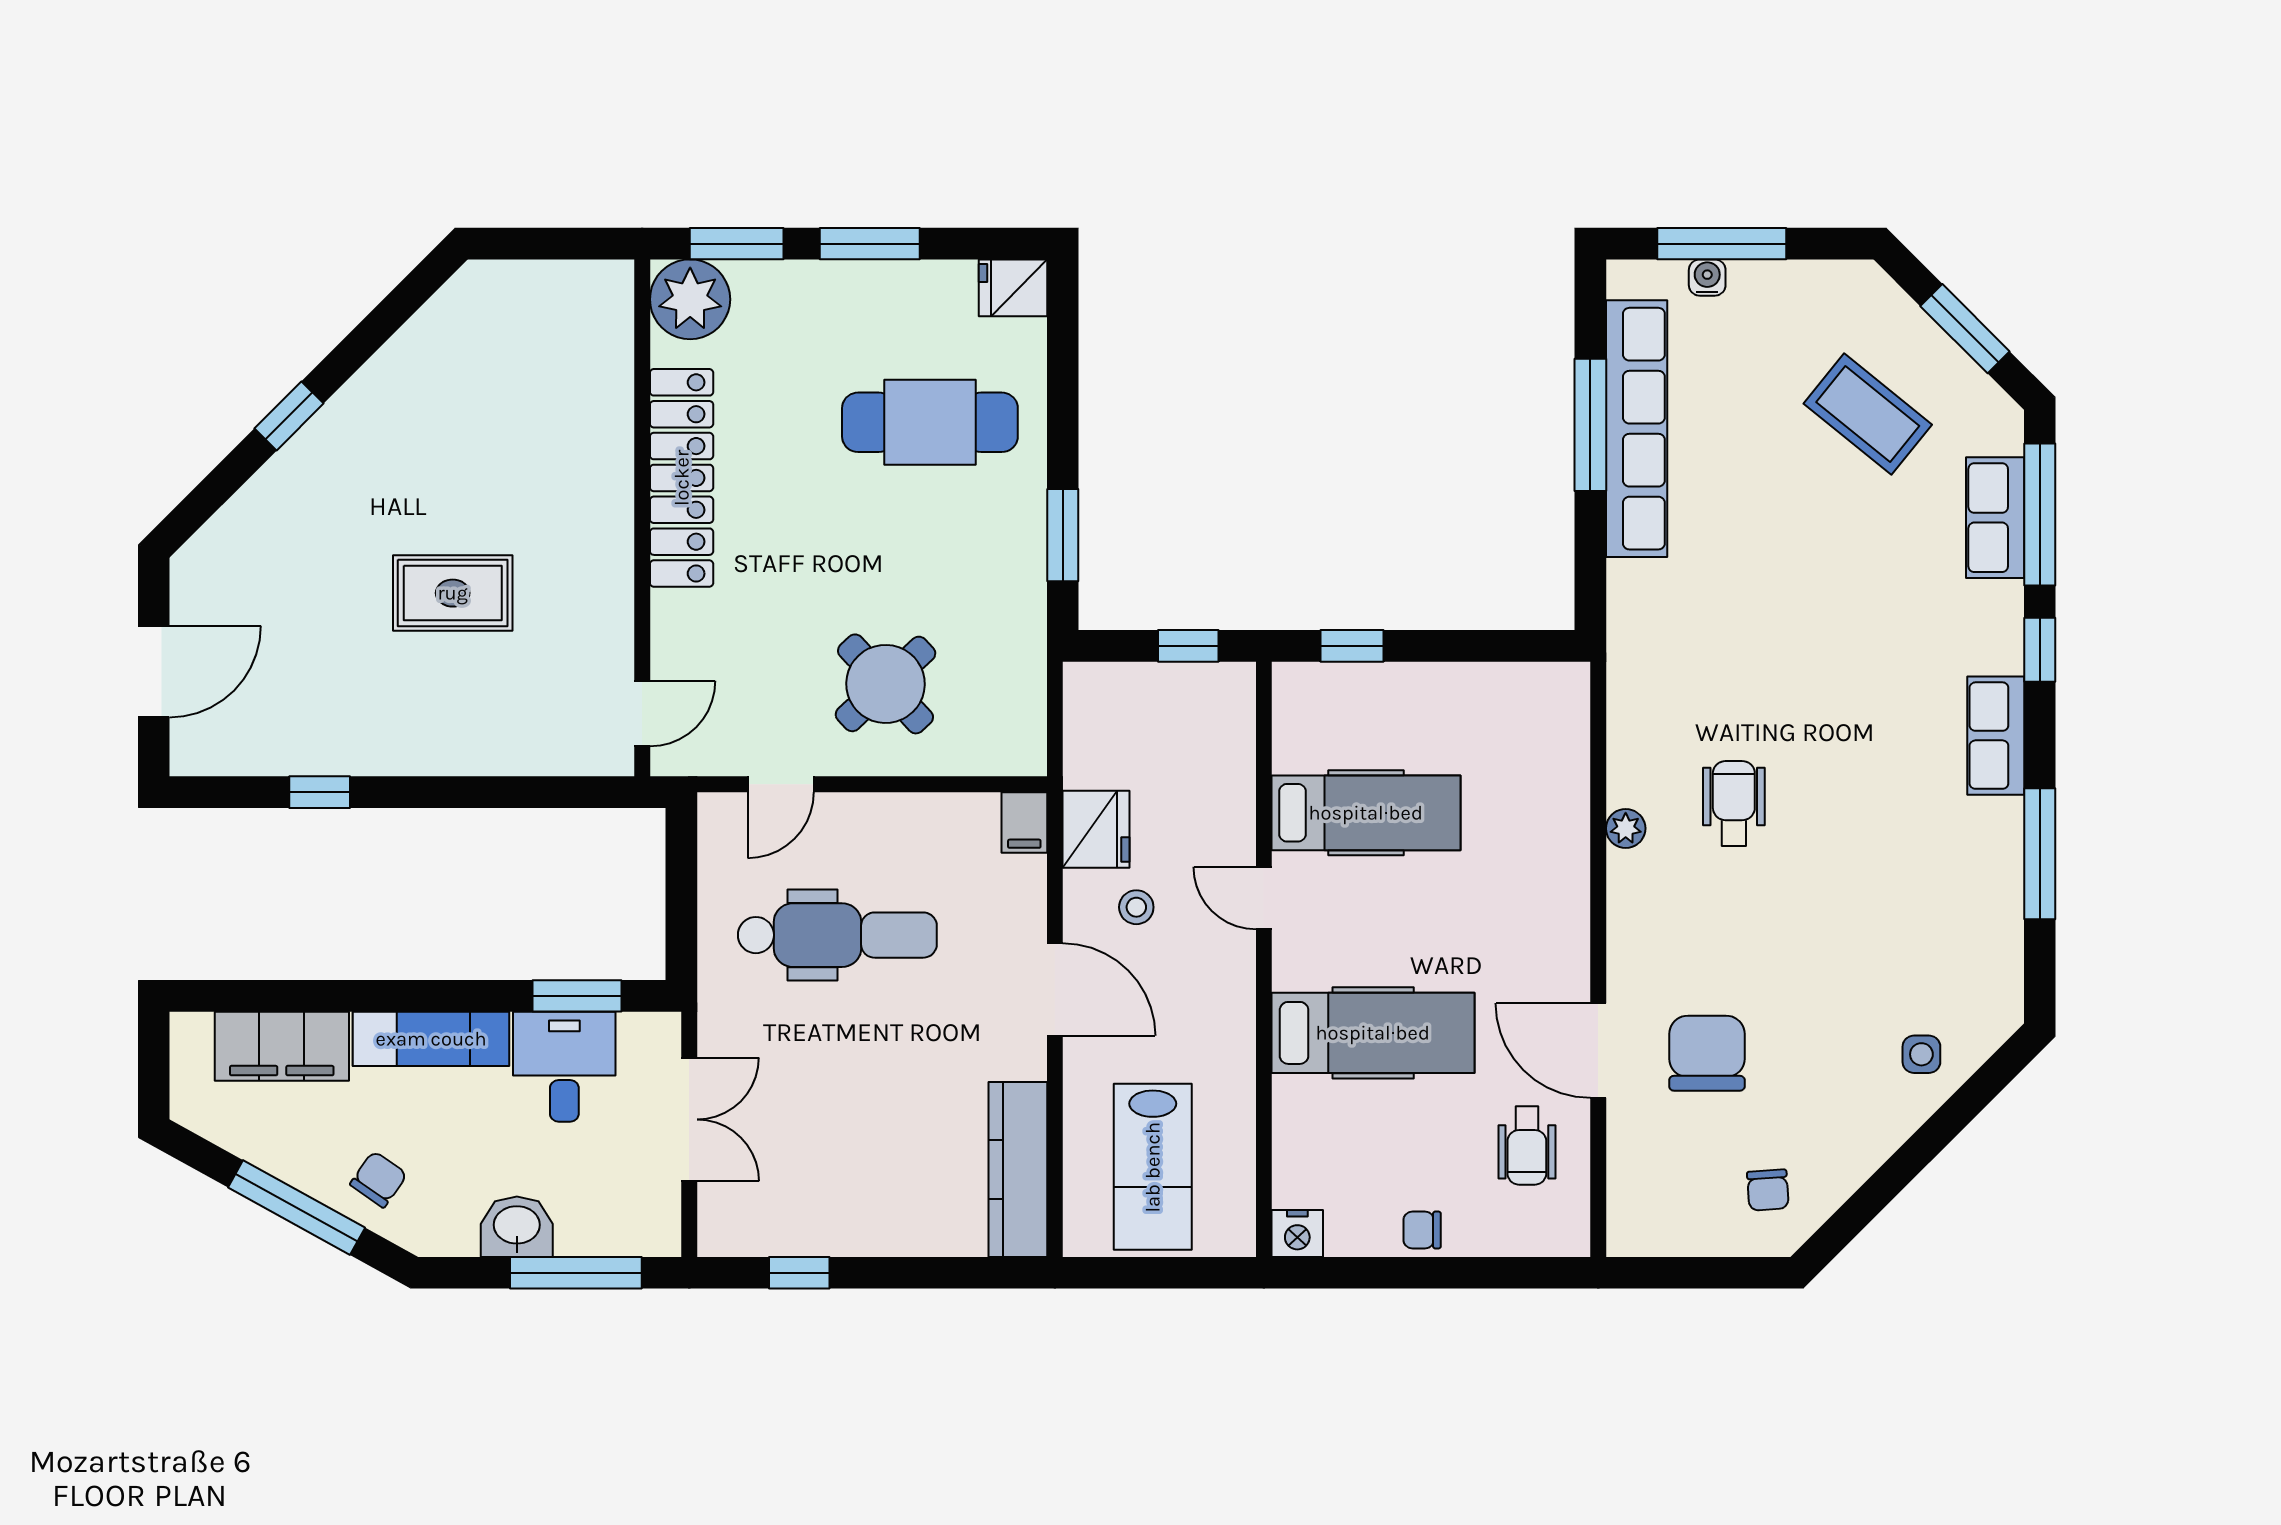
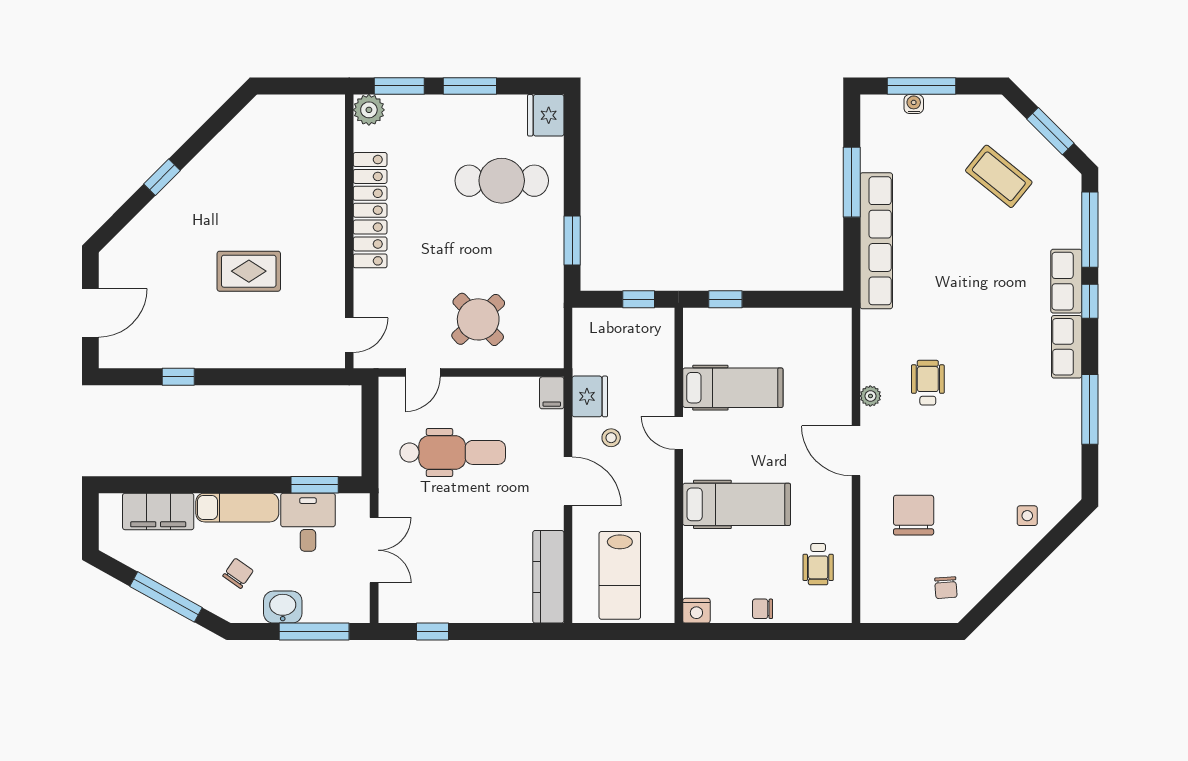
fridge: (1013, 288) -> (546, 115), width x1.38
plant: (690, 299) -> (369, 110), width x0.73, depth x0.73
row of seats: (1637, 429) -> (876, 241), moved
row of seats: (1995, 518) -> (1066, 281), moved
door: (1598, 1051) -> (856, 451), moved
chair: (379, 1179) -> (238, 573), moved

